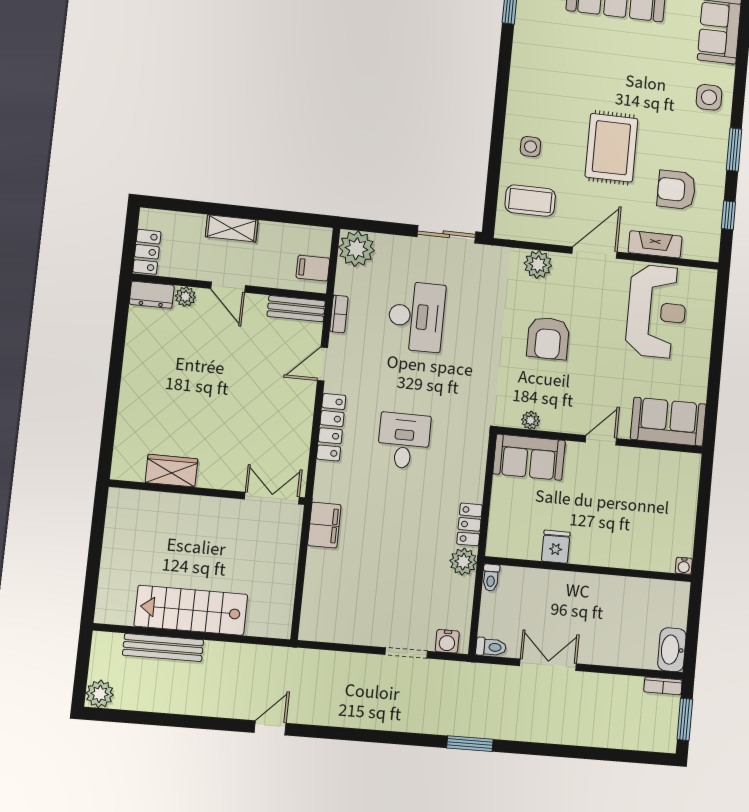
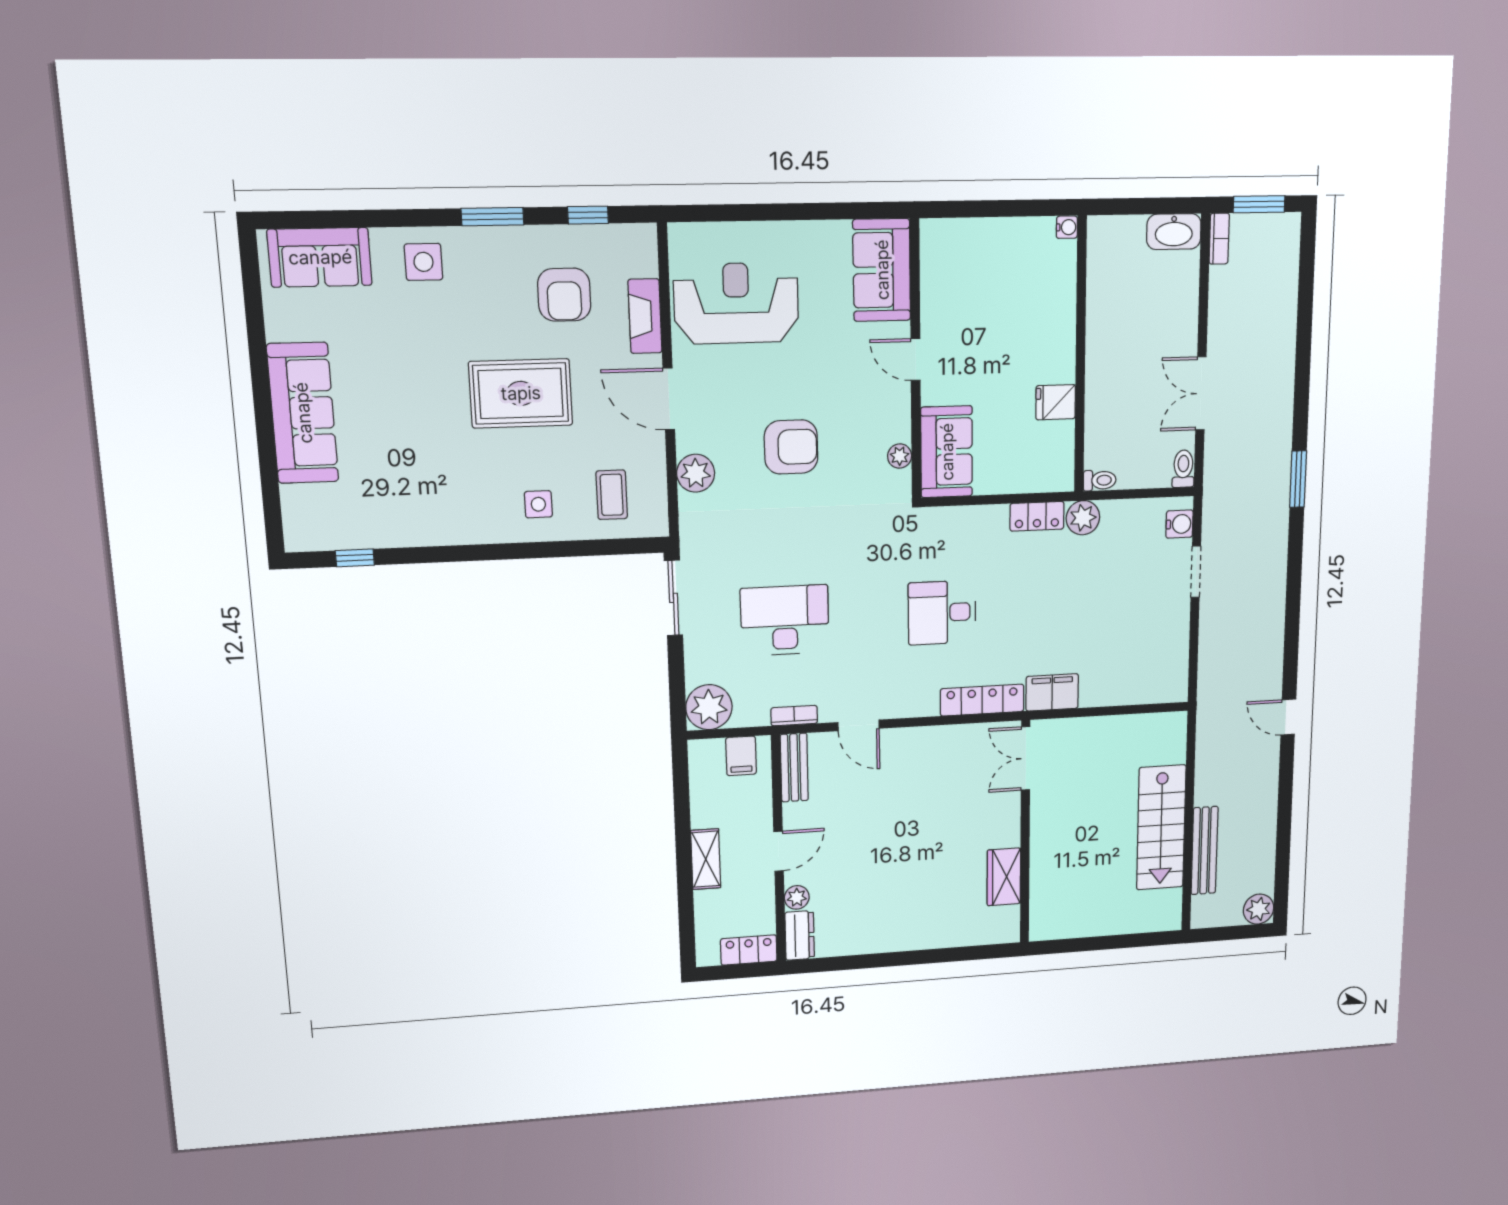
coffee table: (530, 201) -> (612, 495), width x0.73, depth x0.77
locker: (331, 427) -> (982, 700), moved

